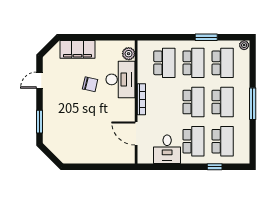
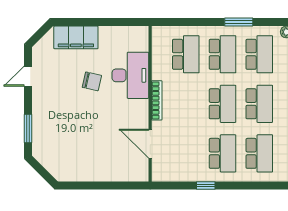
plant: (129, 54) -> (140, 43), removed
desk: (167, 149) -> (189, 163), removed
window: (215, 167) -> (206, 186), moved

